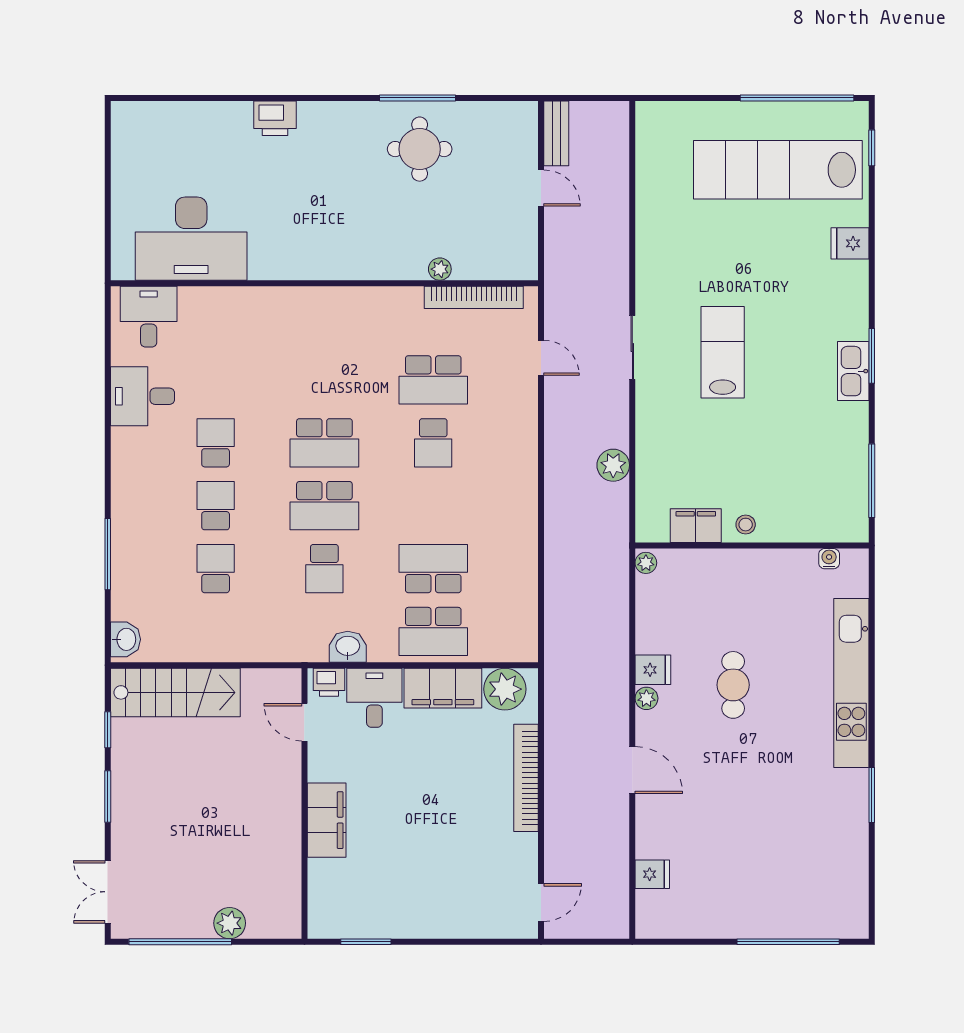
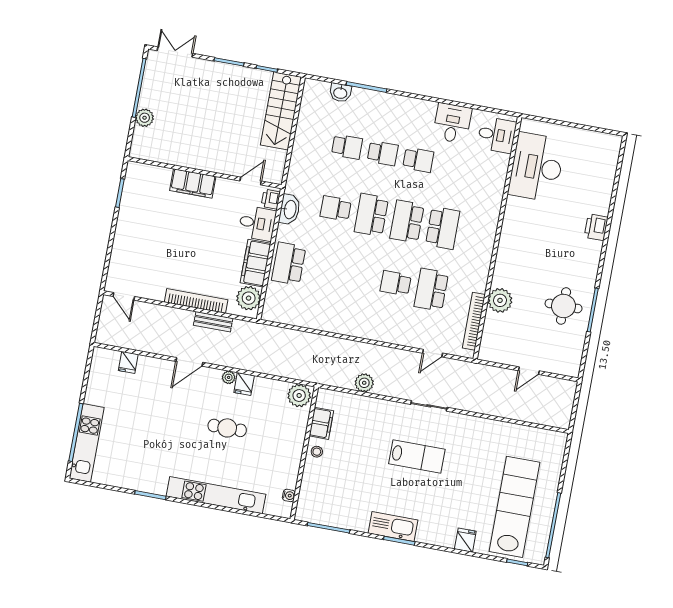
bench: (556, 133) -> (213, 322), moved
plant: (440, 269) -> (500, 300), width x1.88, depth x1.88
kitchen sink: (853, 371) -> (393, 527), width x1.36, depth x1.24
plant: (646, 563) -> (299, 395), width x1.87, depth x1.87
school desk: (433, 569) -> (443, 228), moved
washbasin: (125, 639) -> (340, 93), moved
washbasin: (348, 647) -> (290, 209), width x1.38
kitchen unit: (803, 920) -> (87, 443), added

